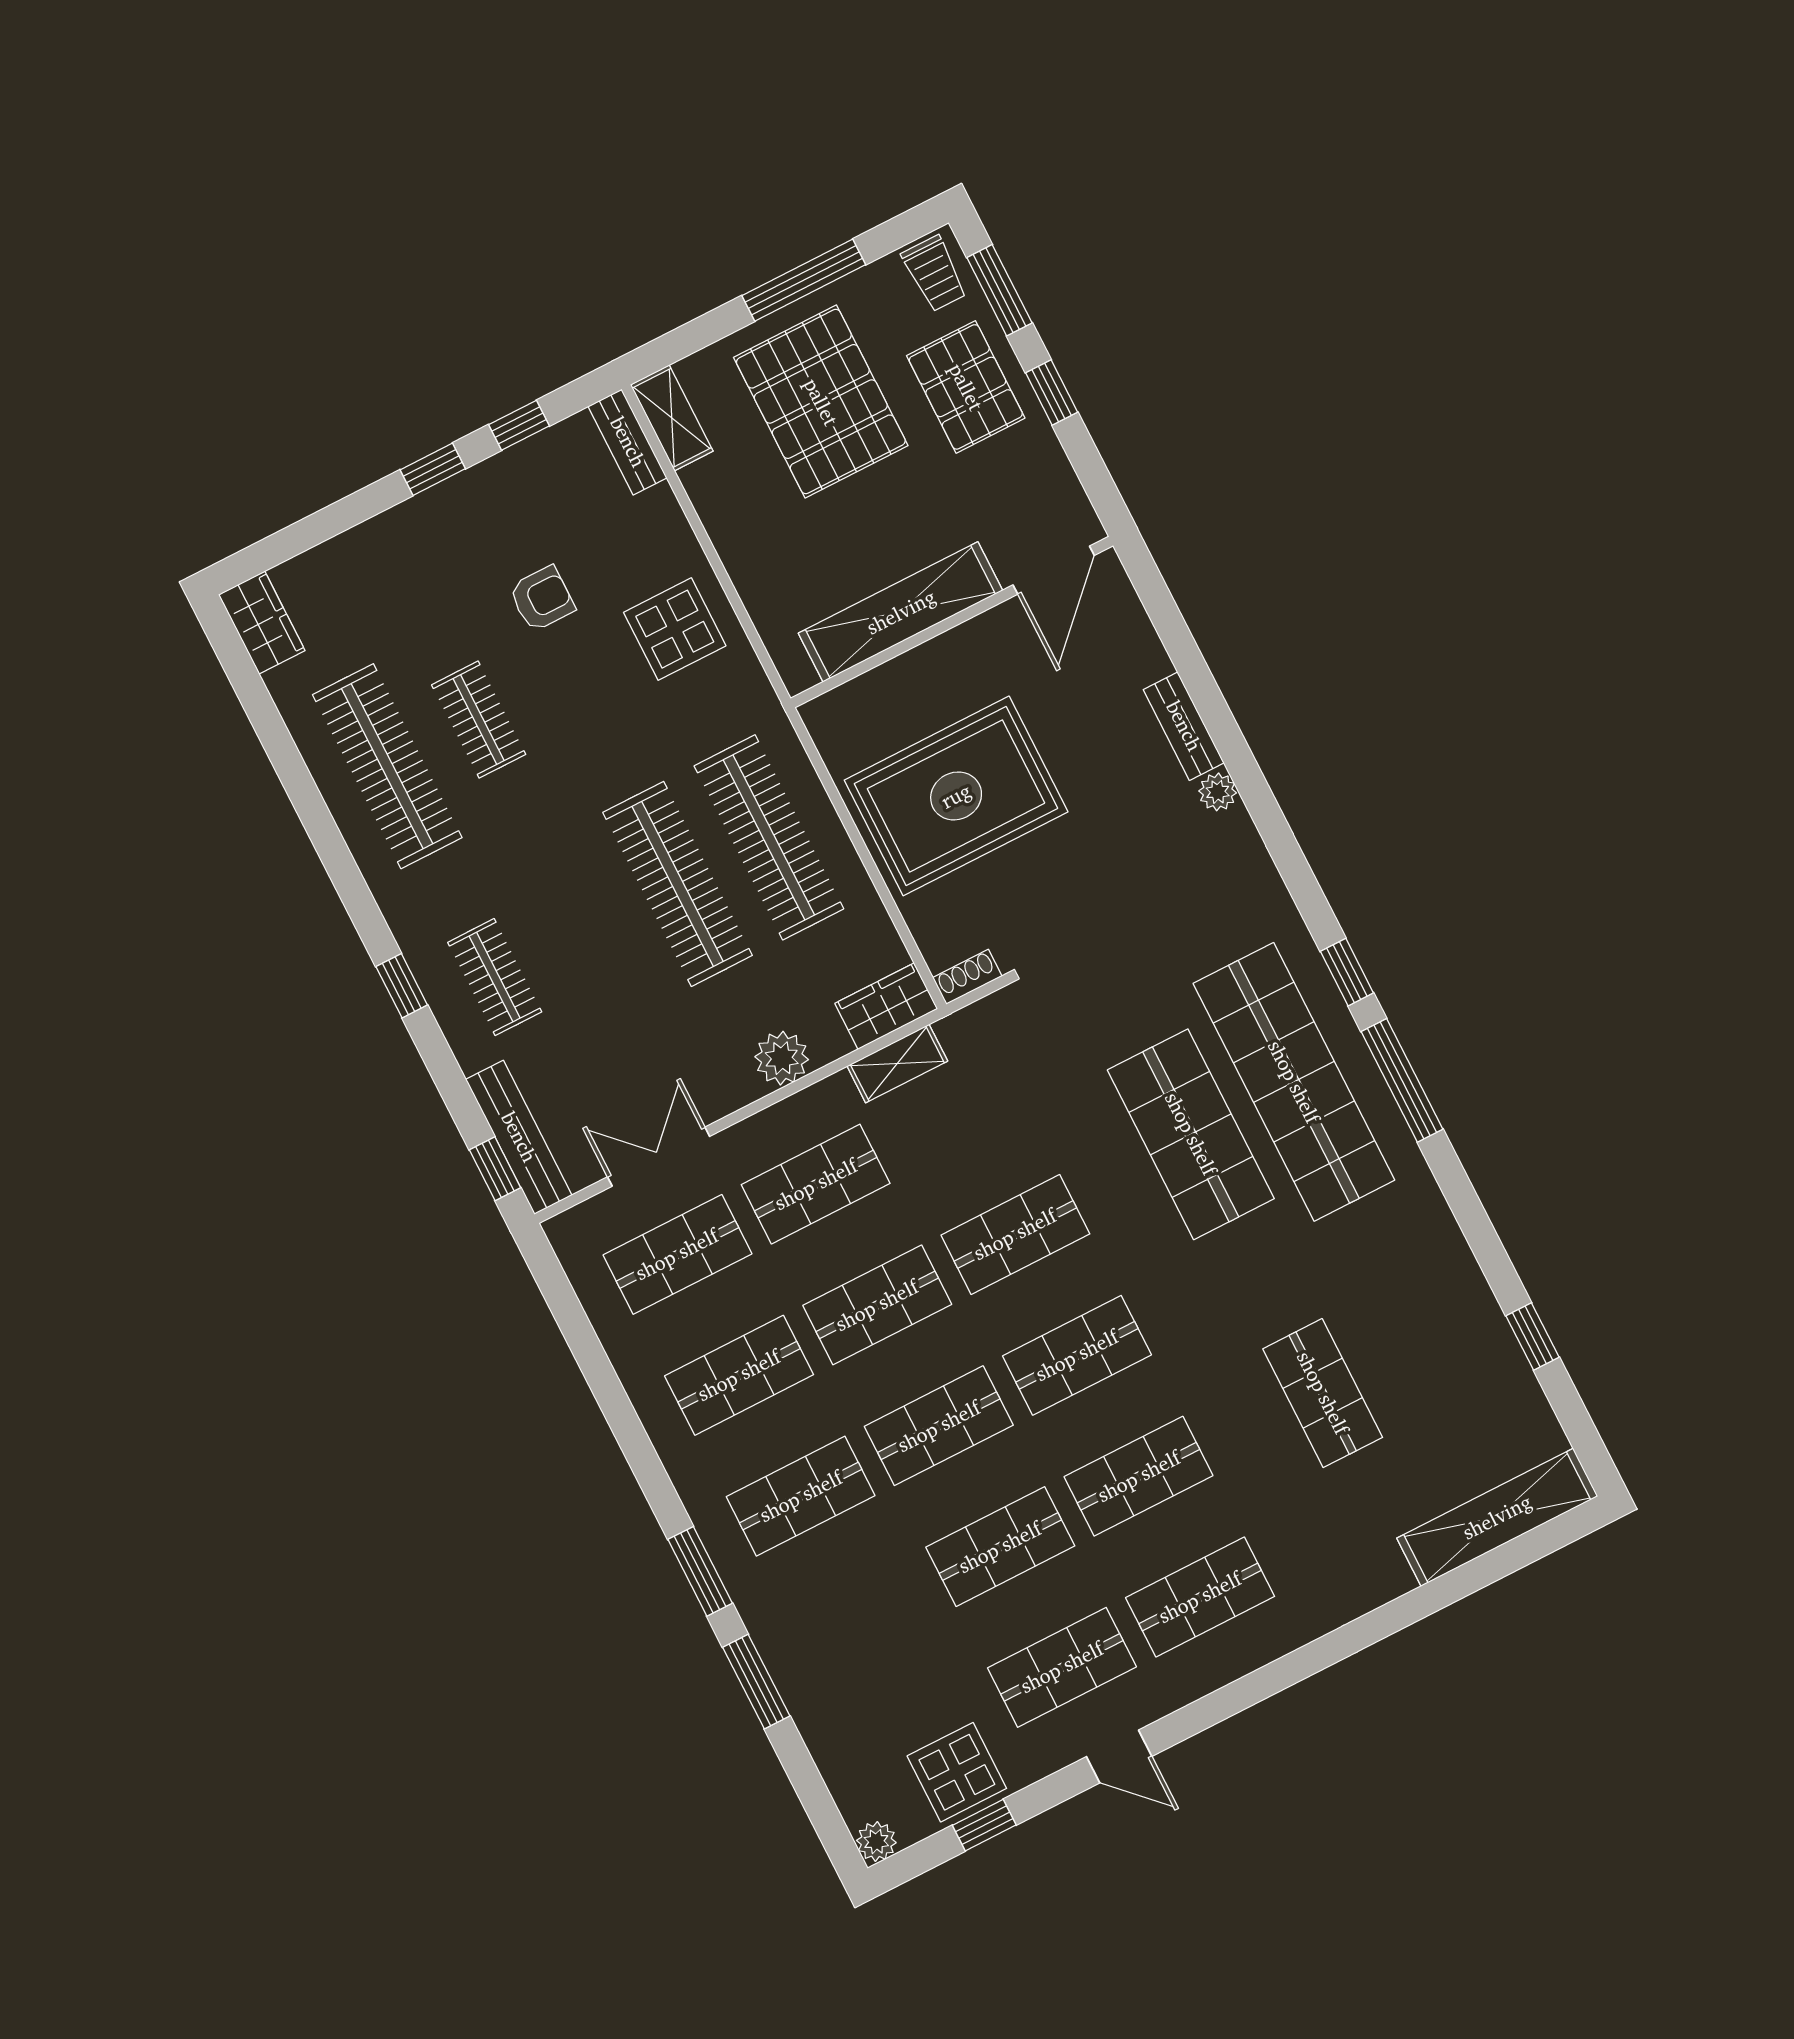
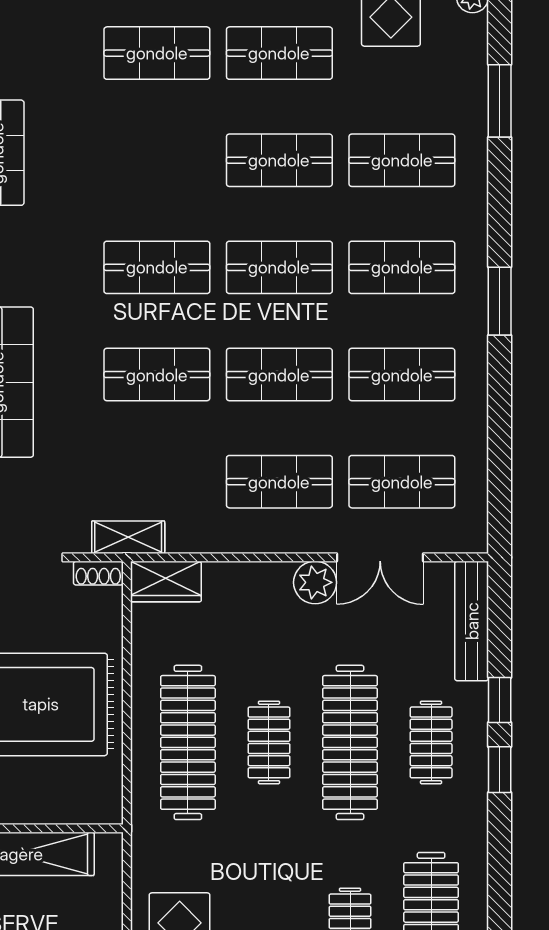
clothes rail: (678, 884) -> (269, 742), width x0.54, depth x0.76
clothes rail: (586, 931) -> (350, 742), added
plant: (782, 1058) -> (315, 582), moved
shelving: (897, 1064) -> (128, 537), moved
window: (495, 1169) -> (500, 700), moved
shop shelf: (1139, 1476) -> (402, 160), moved
window: (700, 1571) -> (500, 301), moved
window: (756, 1682) -> (500, 101), moved

